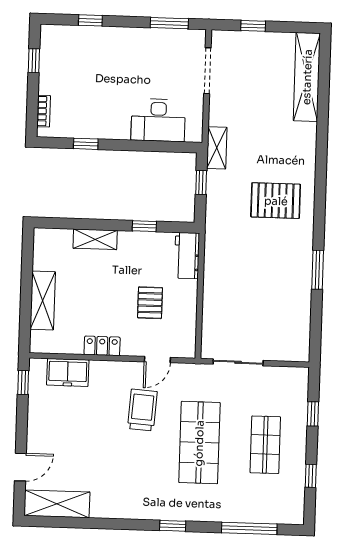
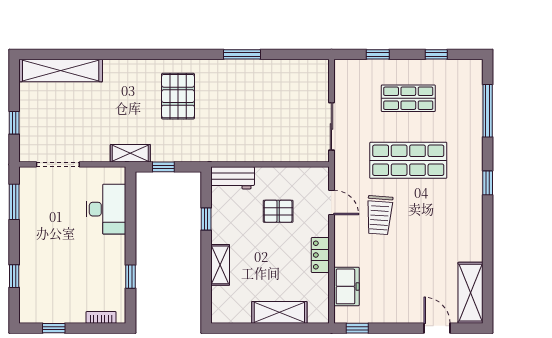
trolley: (142, 410) -> (379, 215), turned -90

